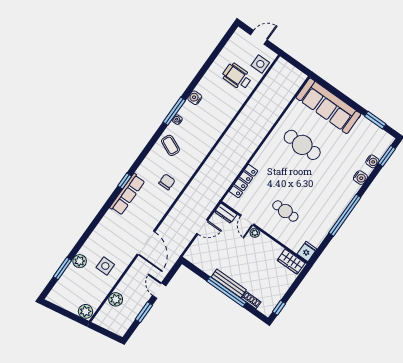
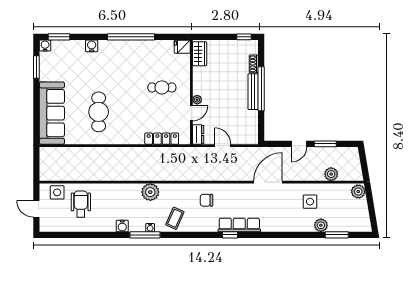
wheelchair: (237, 77) -> (81, 204), turned 180
plant: (206, 141) -> (150, 192), added
water cooler: (372, 161) -> (45, 46), moved
cafe table: (285, 211) -> (162, 87), turned 90

